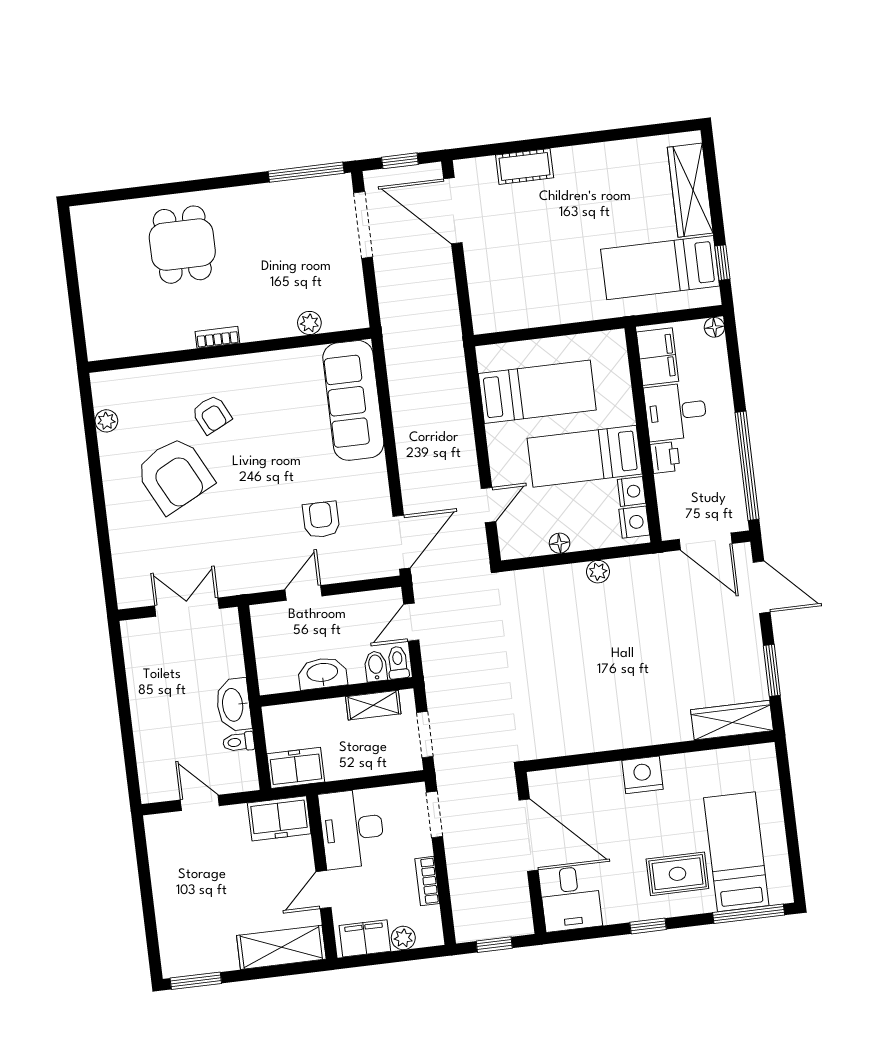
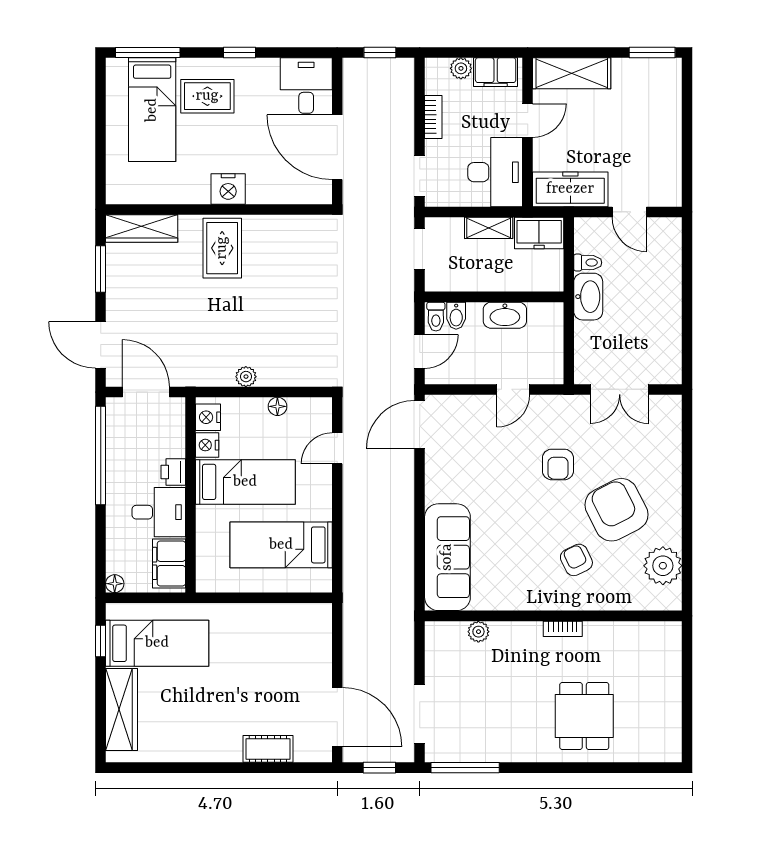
plant: (106, 421) -> (663, 566), width x1.87, depth x1.87
armchair: (321, 520) -> (558, 464), moved
shelving: (373, 705) -> (489, 228), moved
rug: (641, 709) -> (222, 248), added
freezer: (279, 818) -> (570, 189), width x1.40

